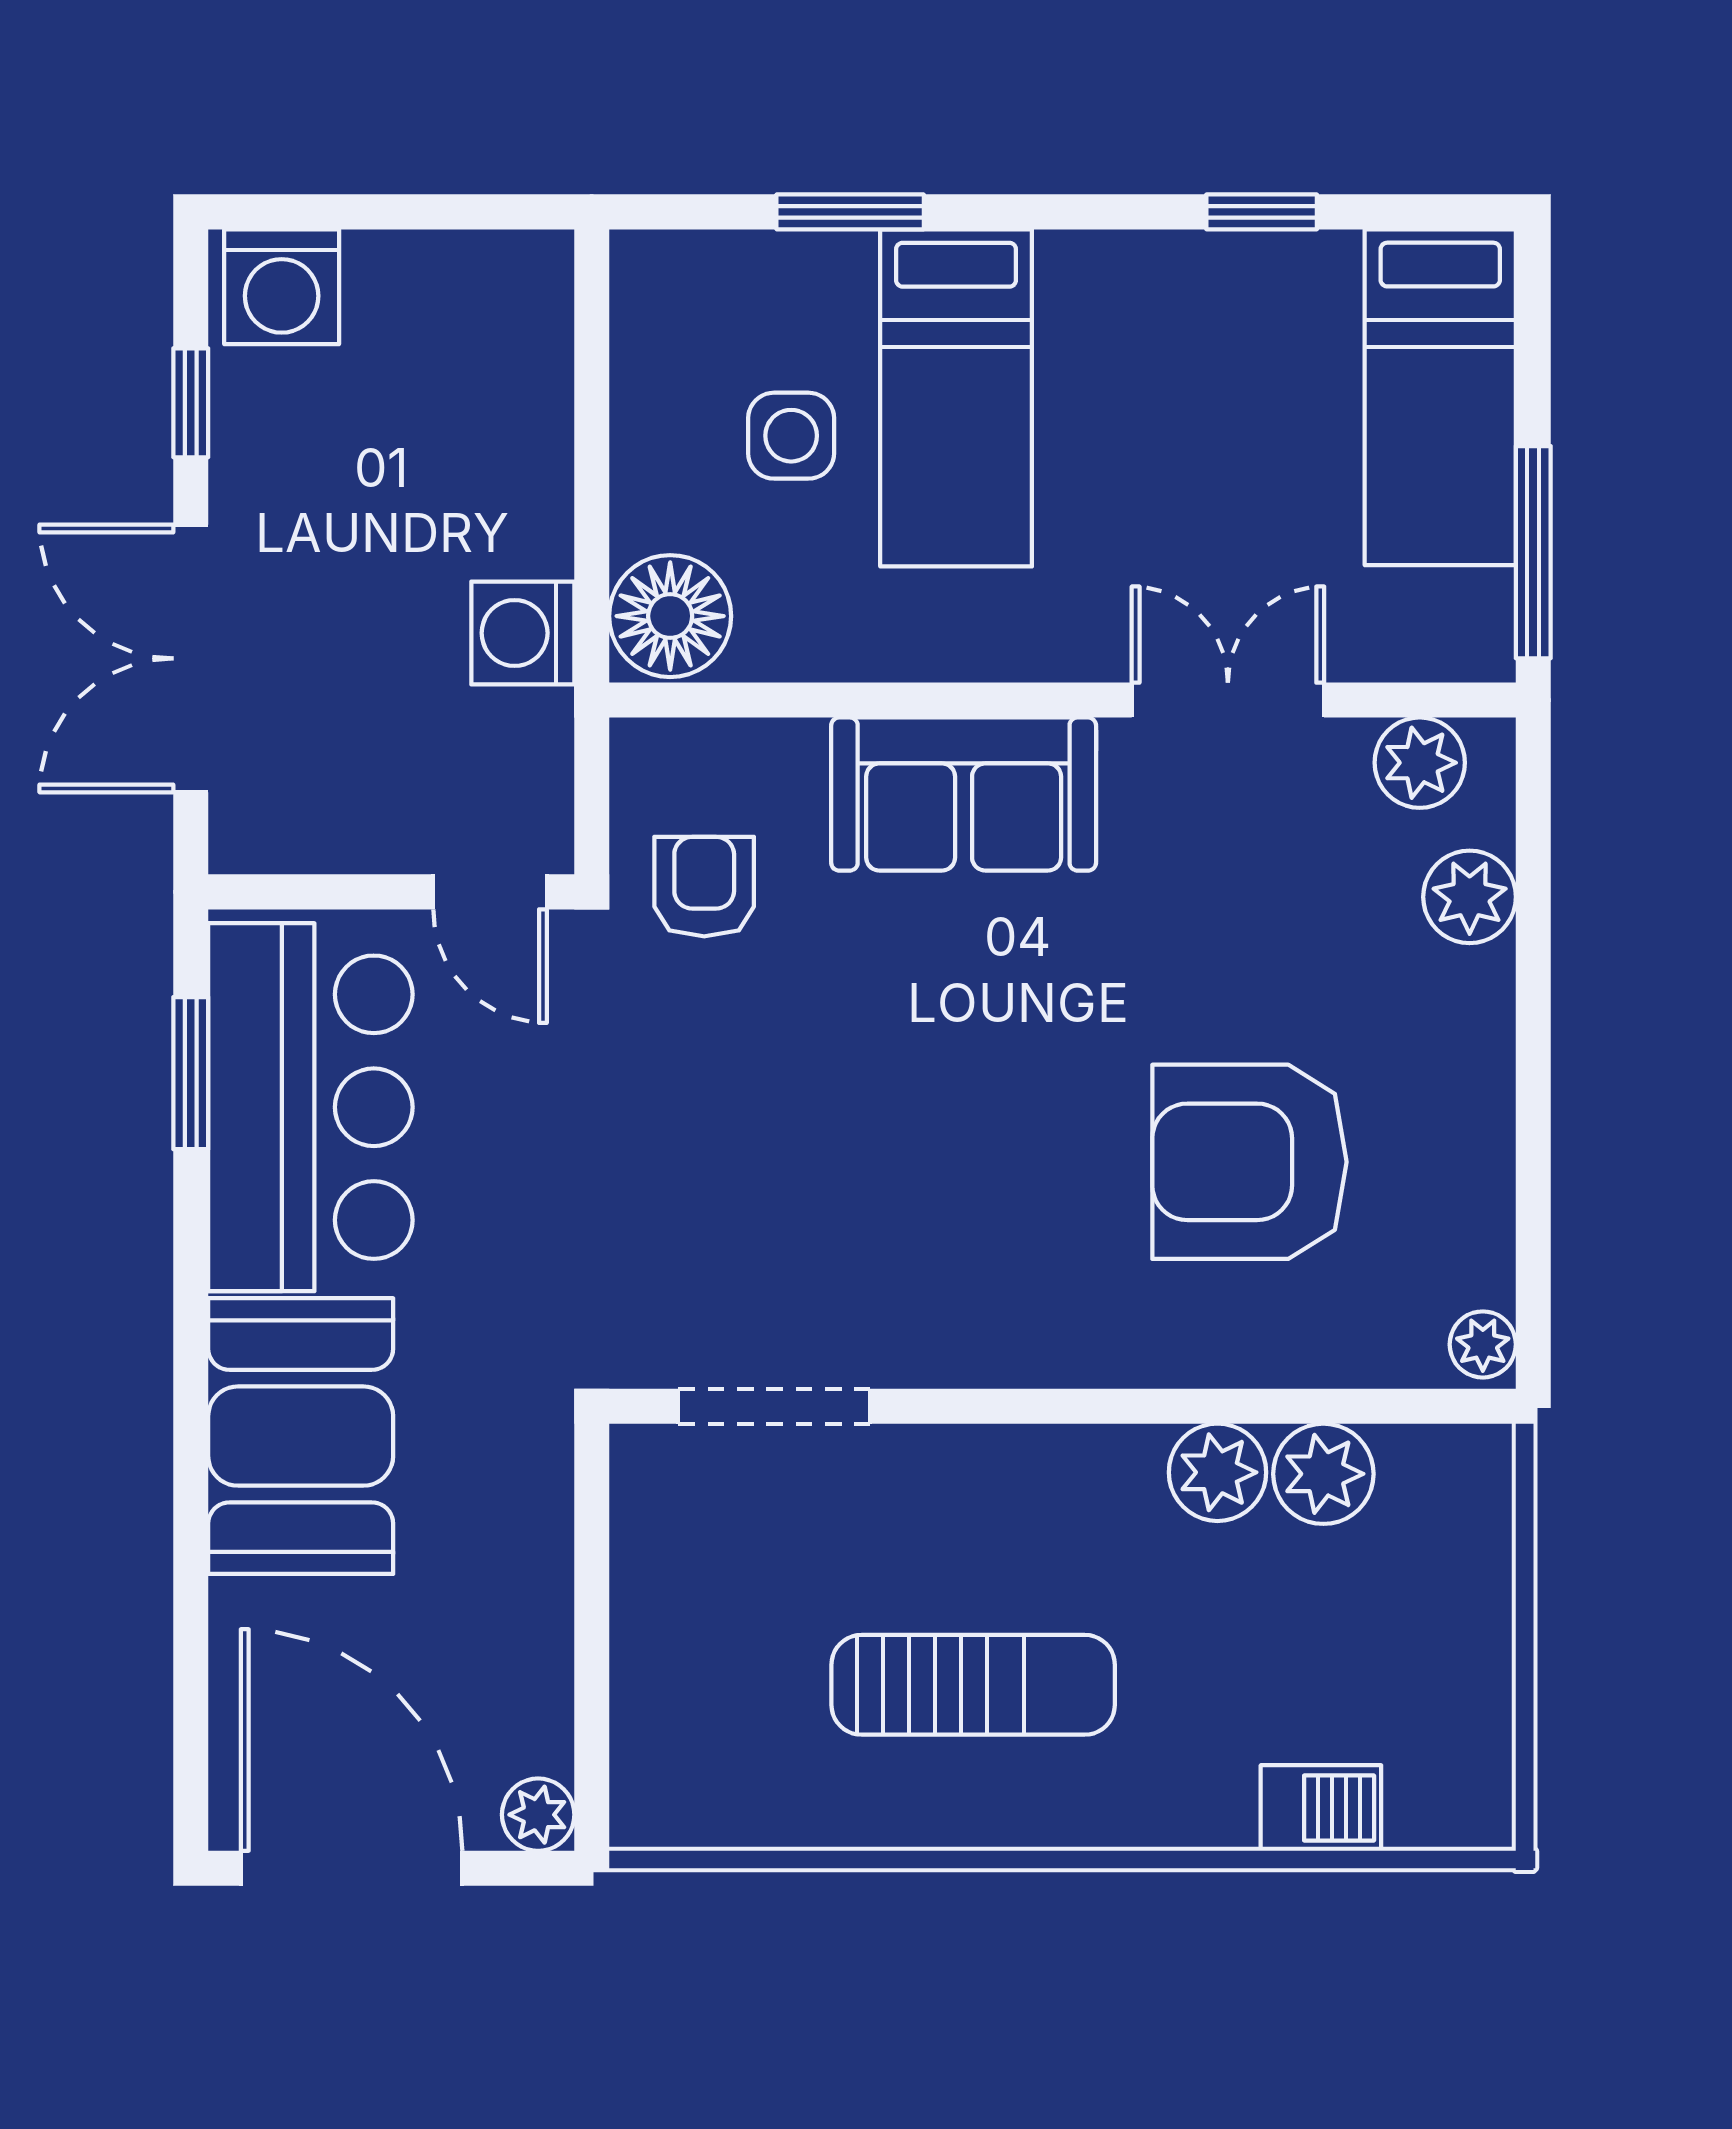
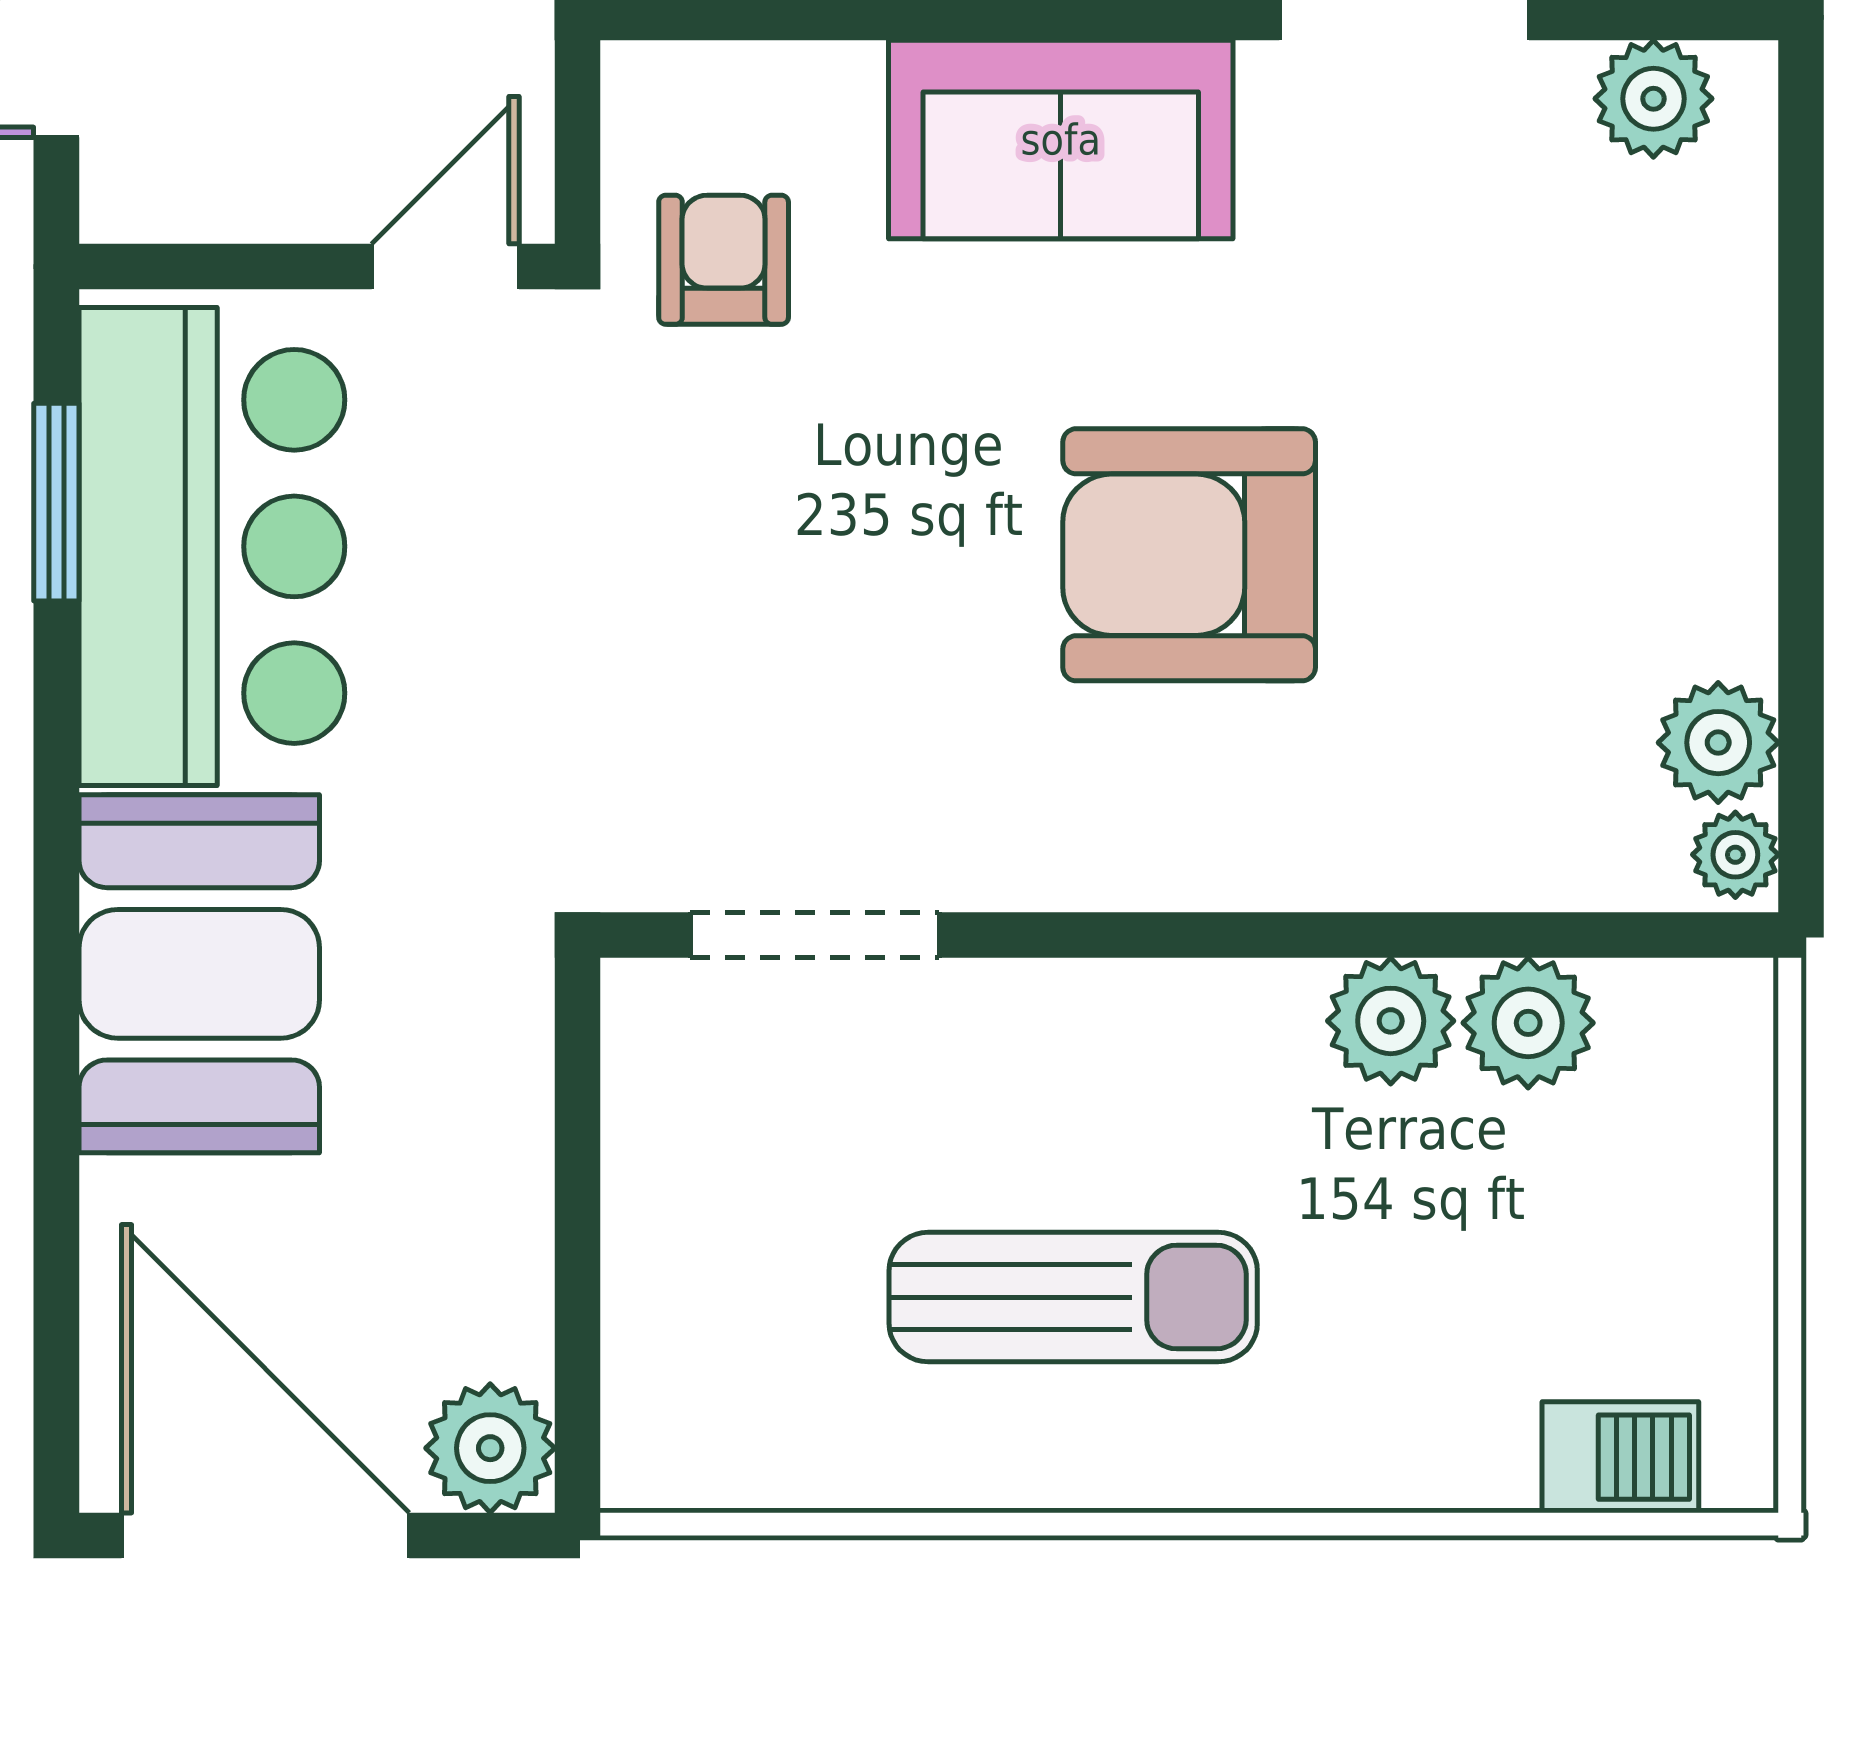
door: (490, 892) -> (445, 267), swing flipped
plant: (1470, 897) -> (1718, 743), moved
armchair: (1249, 1162) -> (1189, 555), moved
barbecue: (1321, 1808) -> (1620, 1457), moved
plant: (538, 1815) -> (490, 1448), width x1.38, depth x1.38

